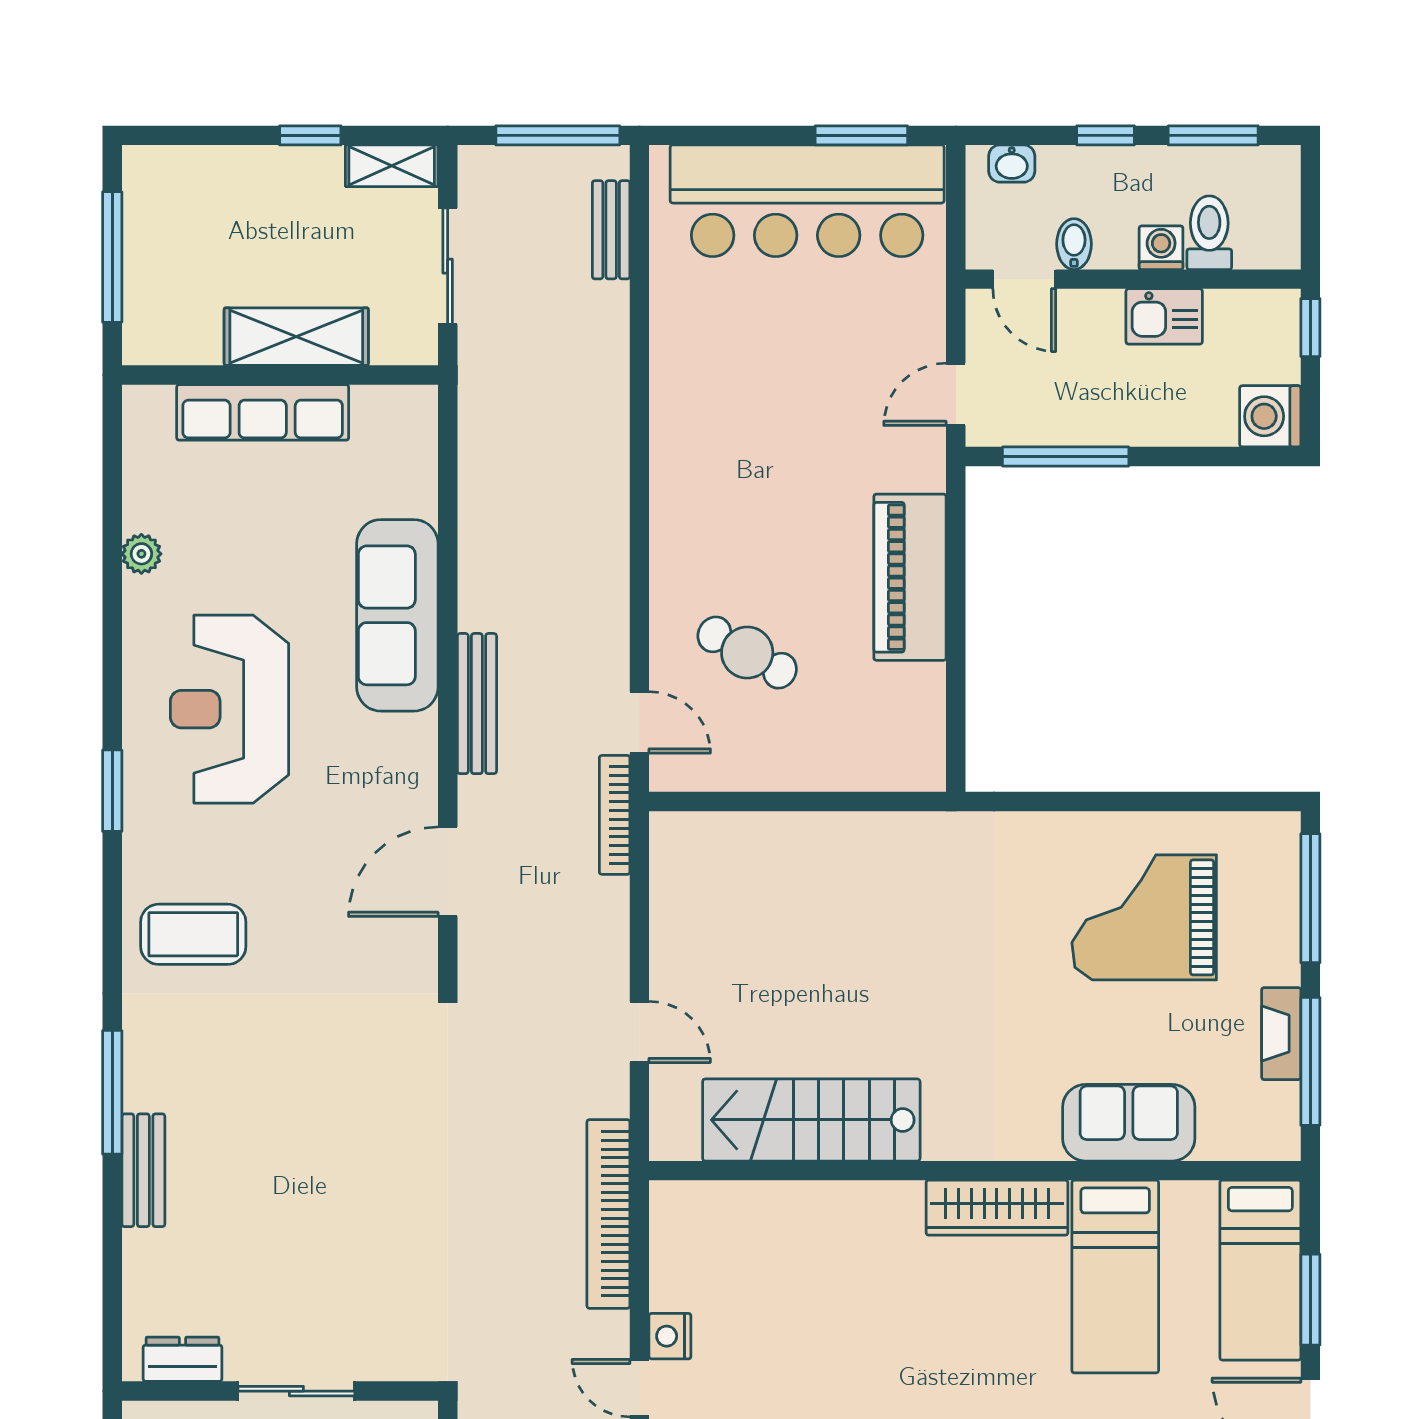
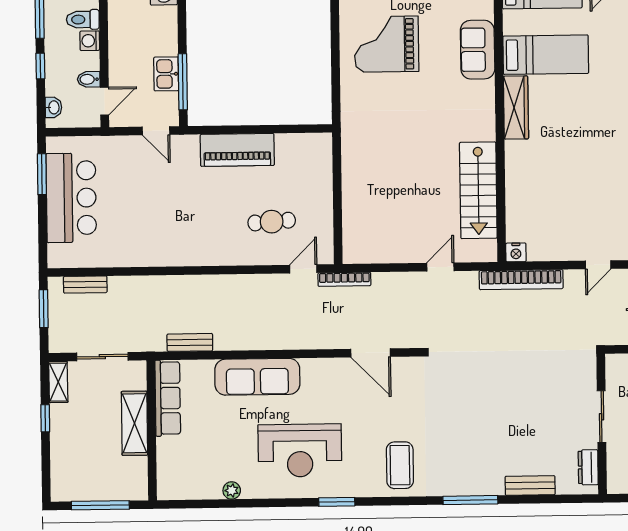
window: (558, 135) -> (44, 309), width x0.69
bar counter: (807, 201) -> (71, 198), width x0.73
kitchen sink: (1164, 316) -> (166, 74), moved, turned 180
row of seats: (263, 412) -> (168, 398), moved
cafe table: (747, 653) -> (272, 222), turned 57
bench: (477, 704) -> (190, 342), moved, width x0.73
grand piano: (1144, 917) -> (386, 44), turned 90
bench: (143, 1170) -> (530, 485), moved
nightstand: (670, 1336) -> (516, 252), moved

